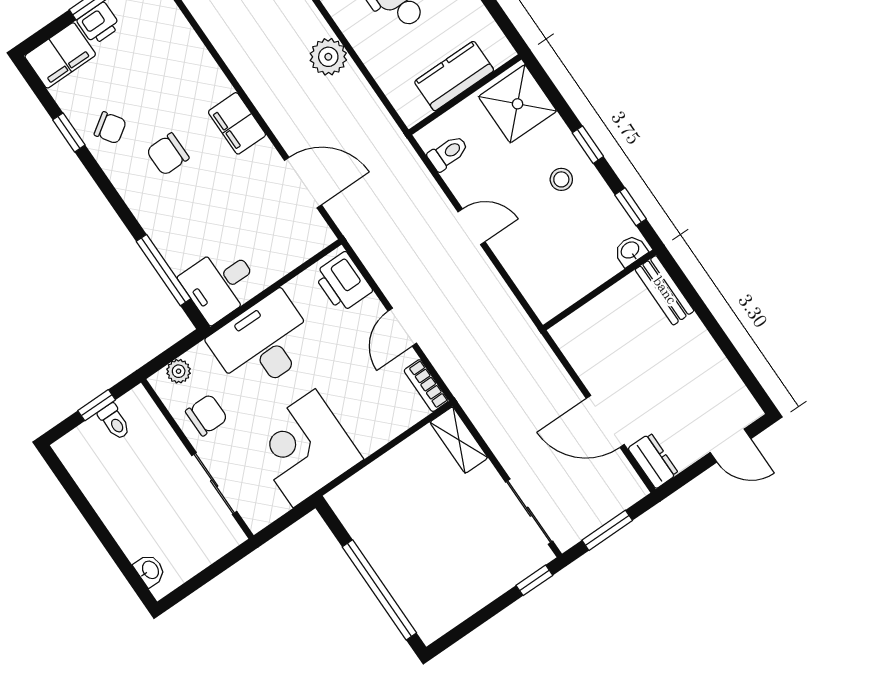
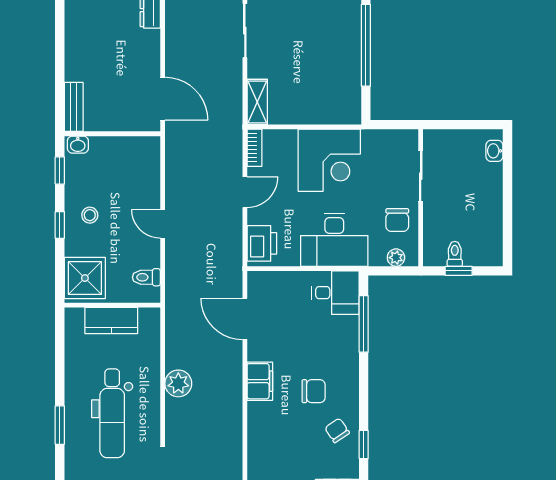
chair: (207, 415) -> (397, 220), turned -90
door: (605, 421) -> (163, 99), moved
corner desk: (304, 448) -> (329, 160), moved

